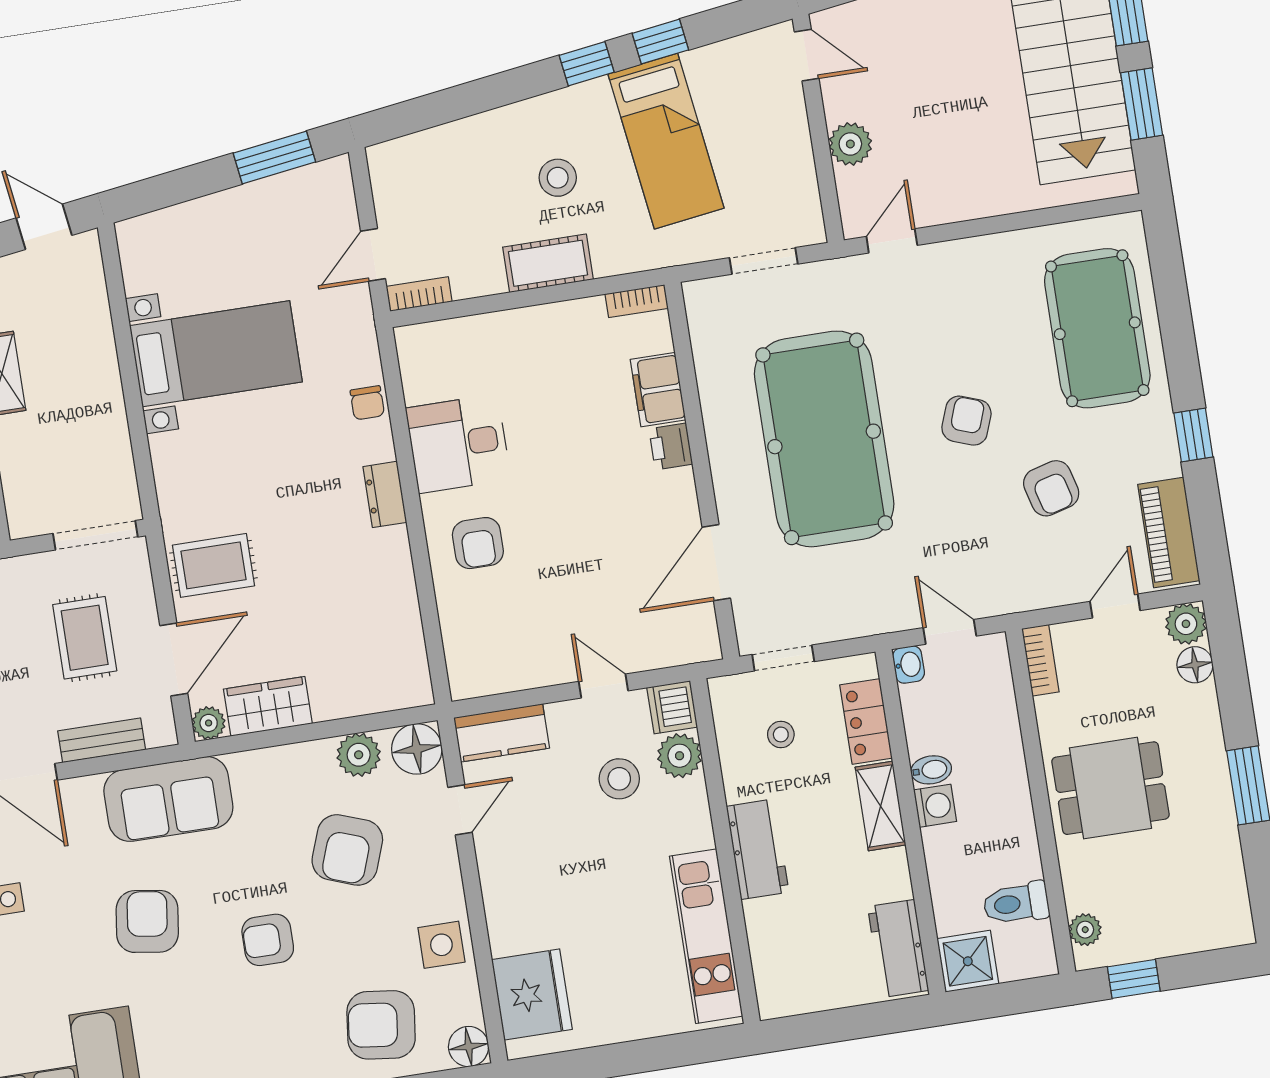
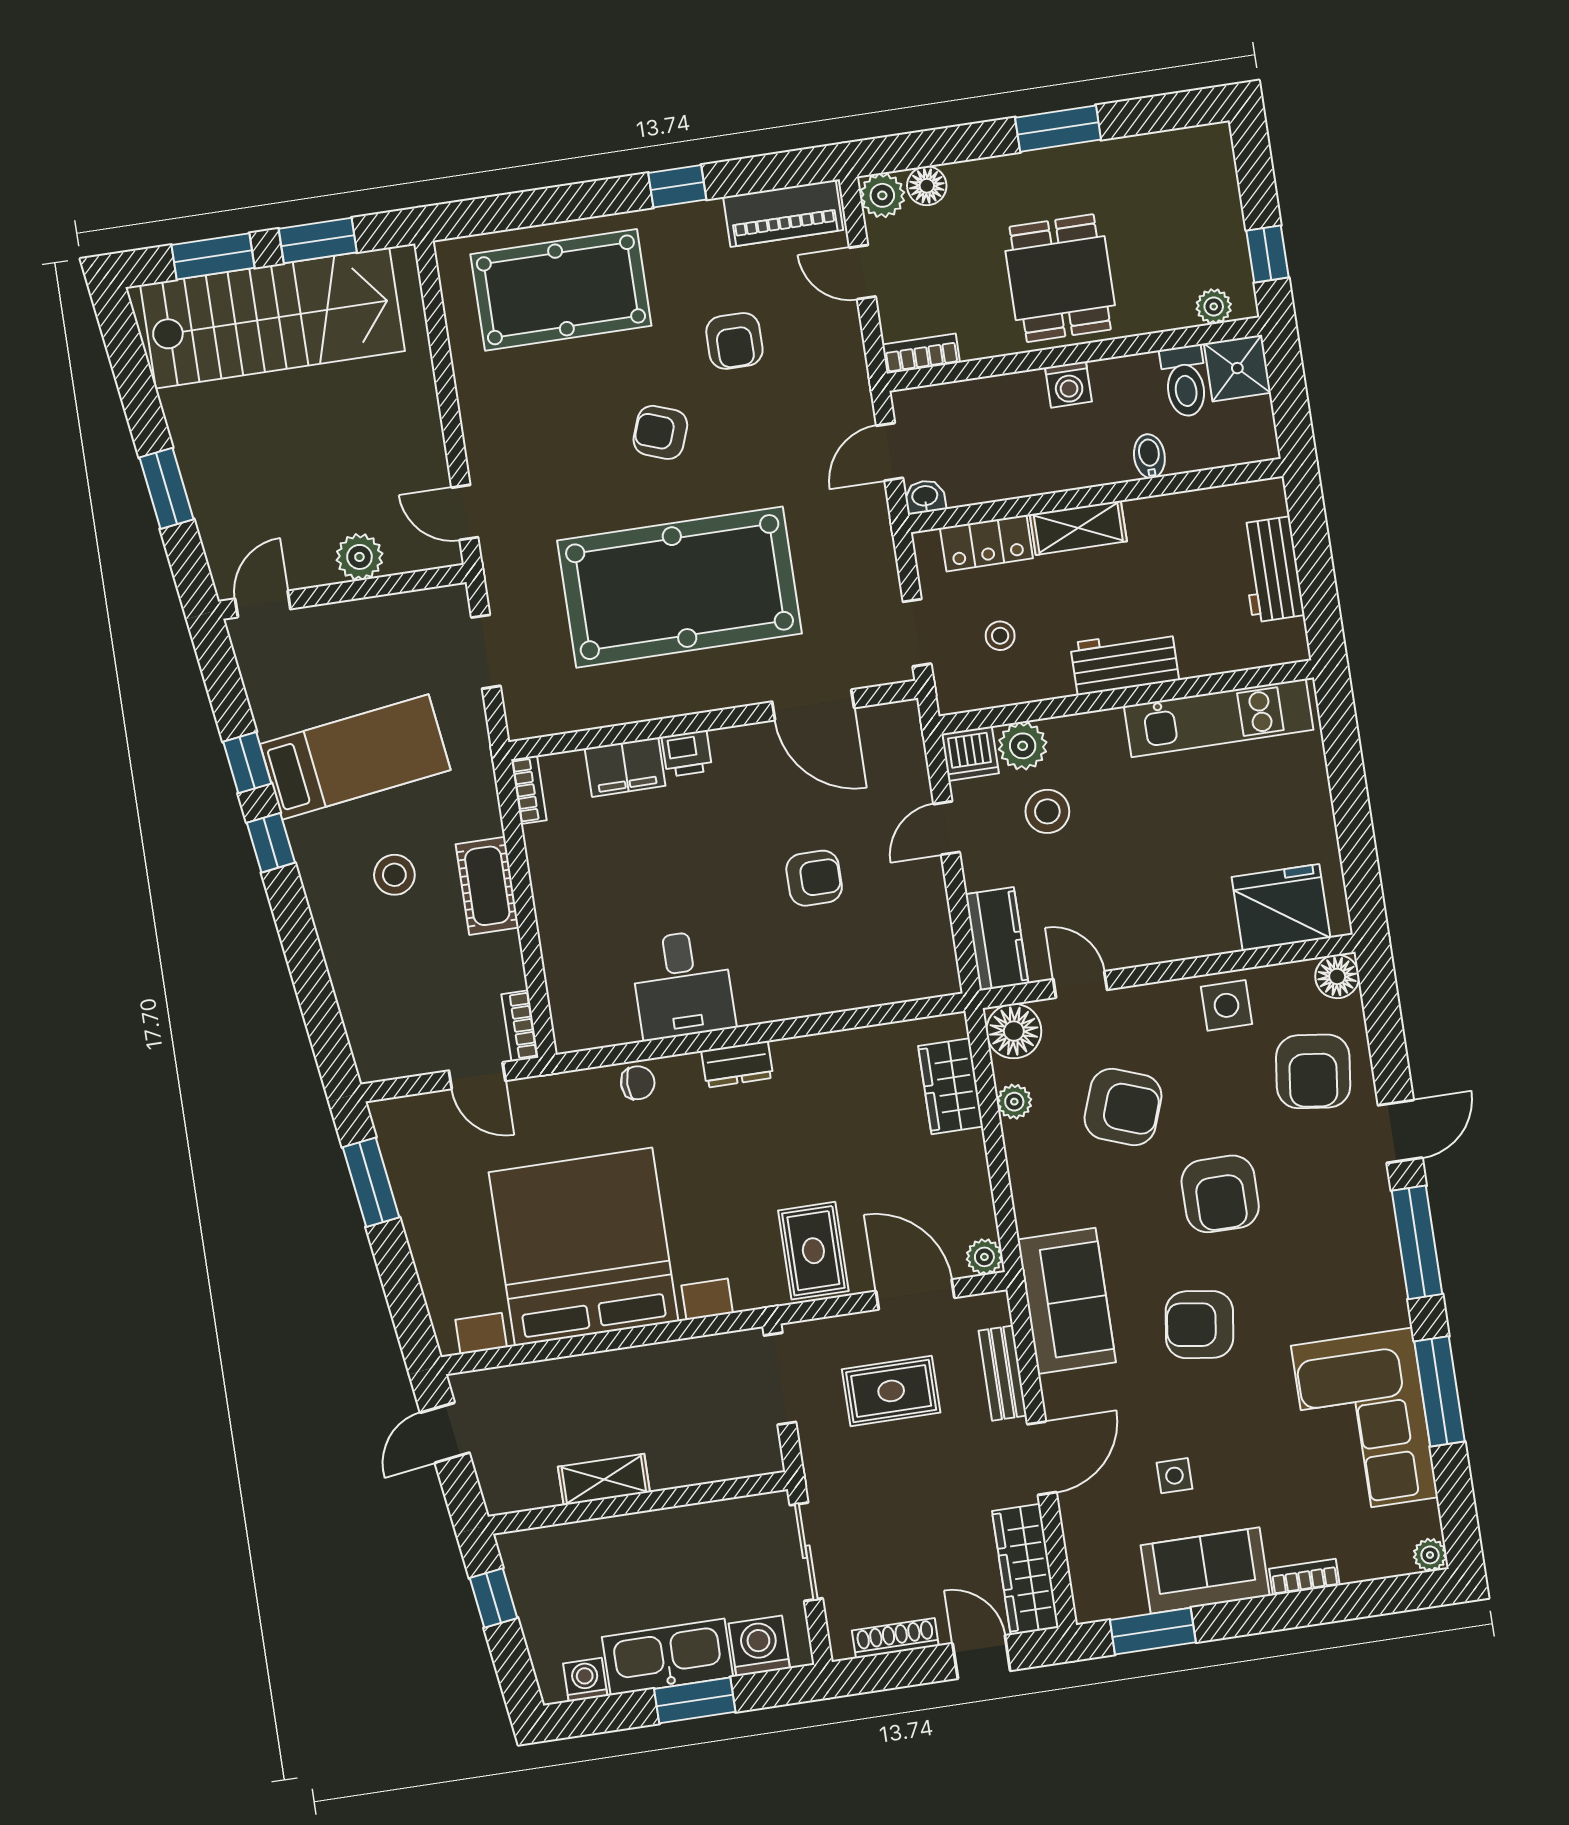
bed with nightstands: (216, 354) -> (584, 1247), width x1.85
armchair: (1051, 488) -> (734, 341), turned 105
armchair: (478, 543) -> (814, 878), moved
wardrobe: (268, 706) -> (951, 1086), moved
plant: (359, 755) -> (1014, 1102), width x0.73, depth x0.73
bidet: (931, 770) -> (1149, 456), moved
washing machine: (935, 806) -> (1068, 385), moved, turned 180
armchair: (268, 940) -> (1220, 1194), width x1.38, depth x1.38
workbench: (898, 949) -> (1271, 570), moved, turned 90
shower: (968, 961) -> (1237, 368), moved

